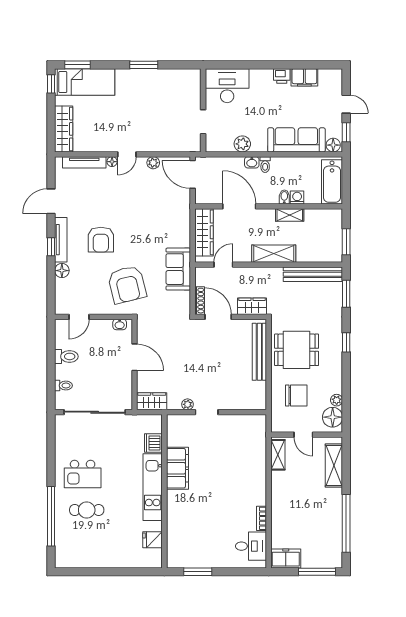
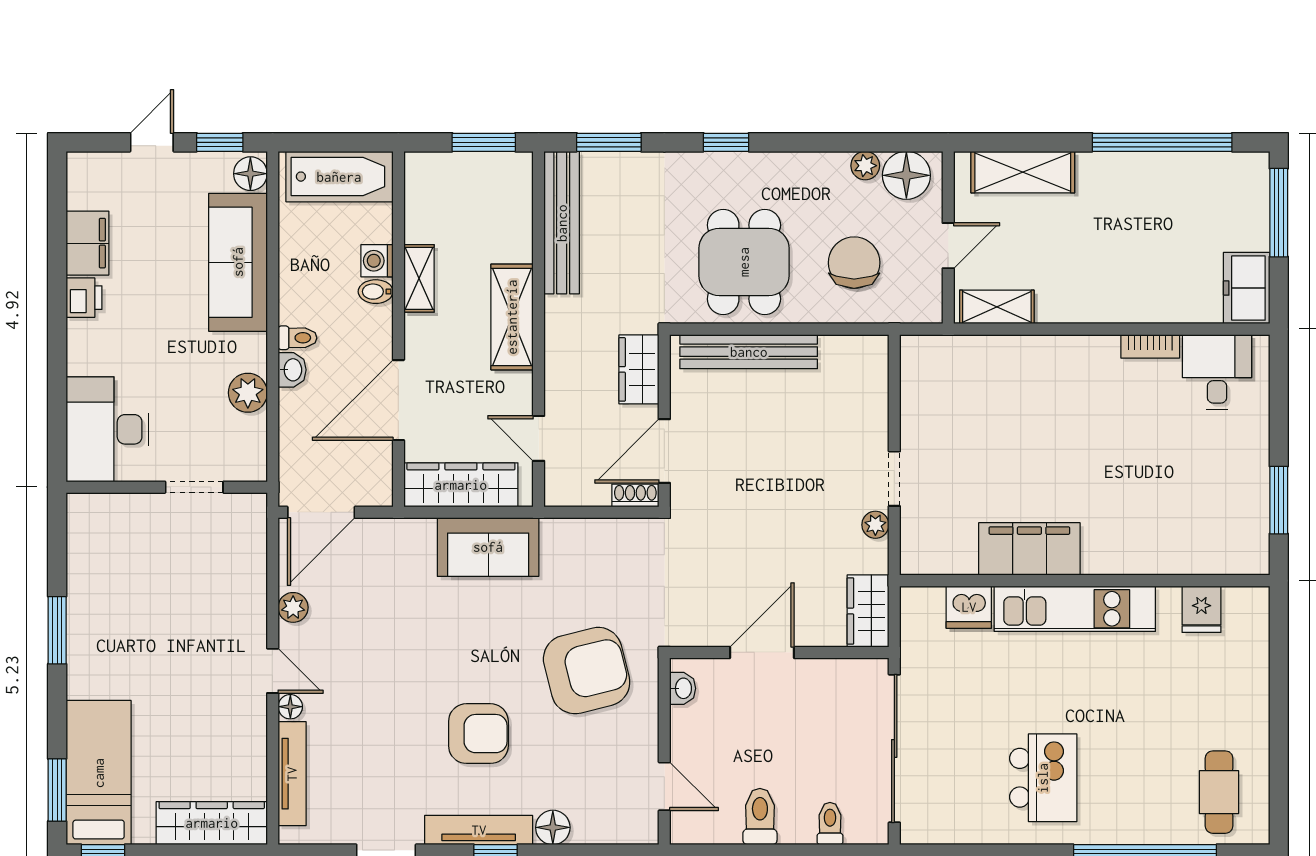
sofa: (178, 269) -> (488, 547), moved
shoe rack: (200, 301) -> (635, 496), width x0.70
cafe table: (87, 510) -> (1219, 792), moved

